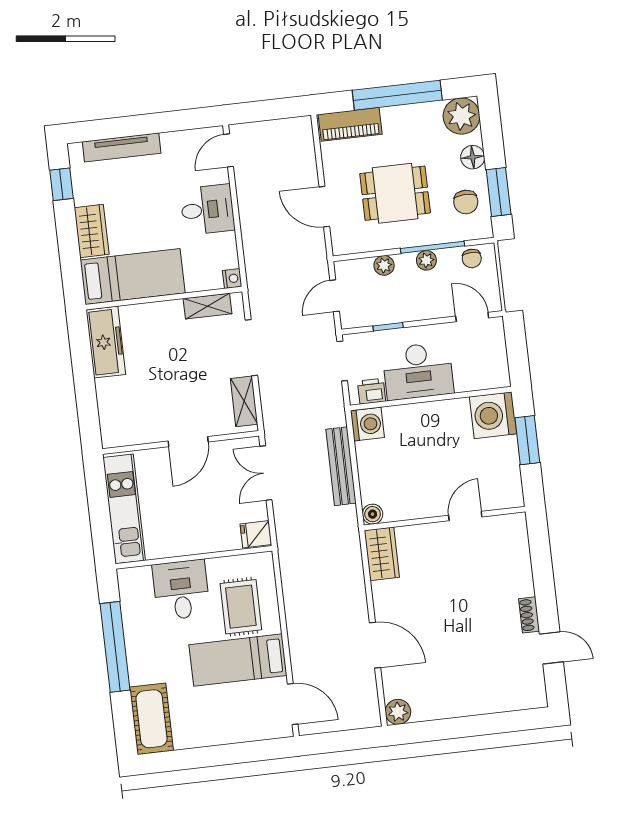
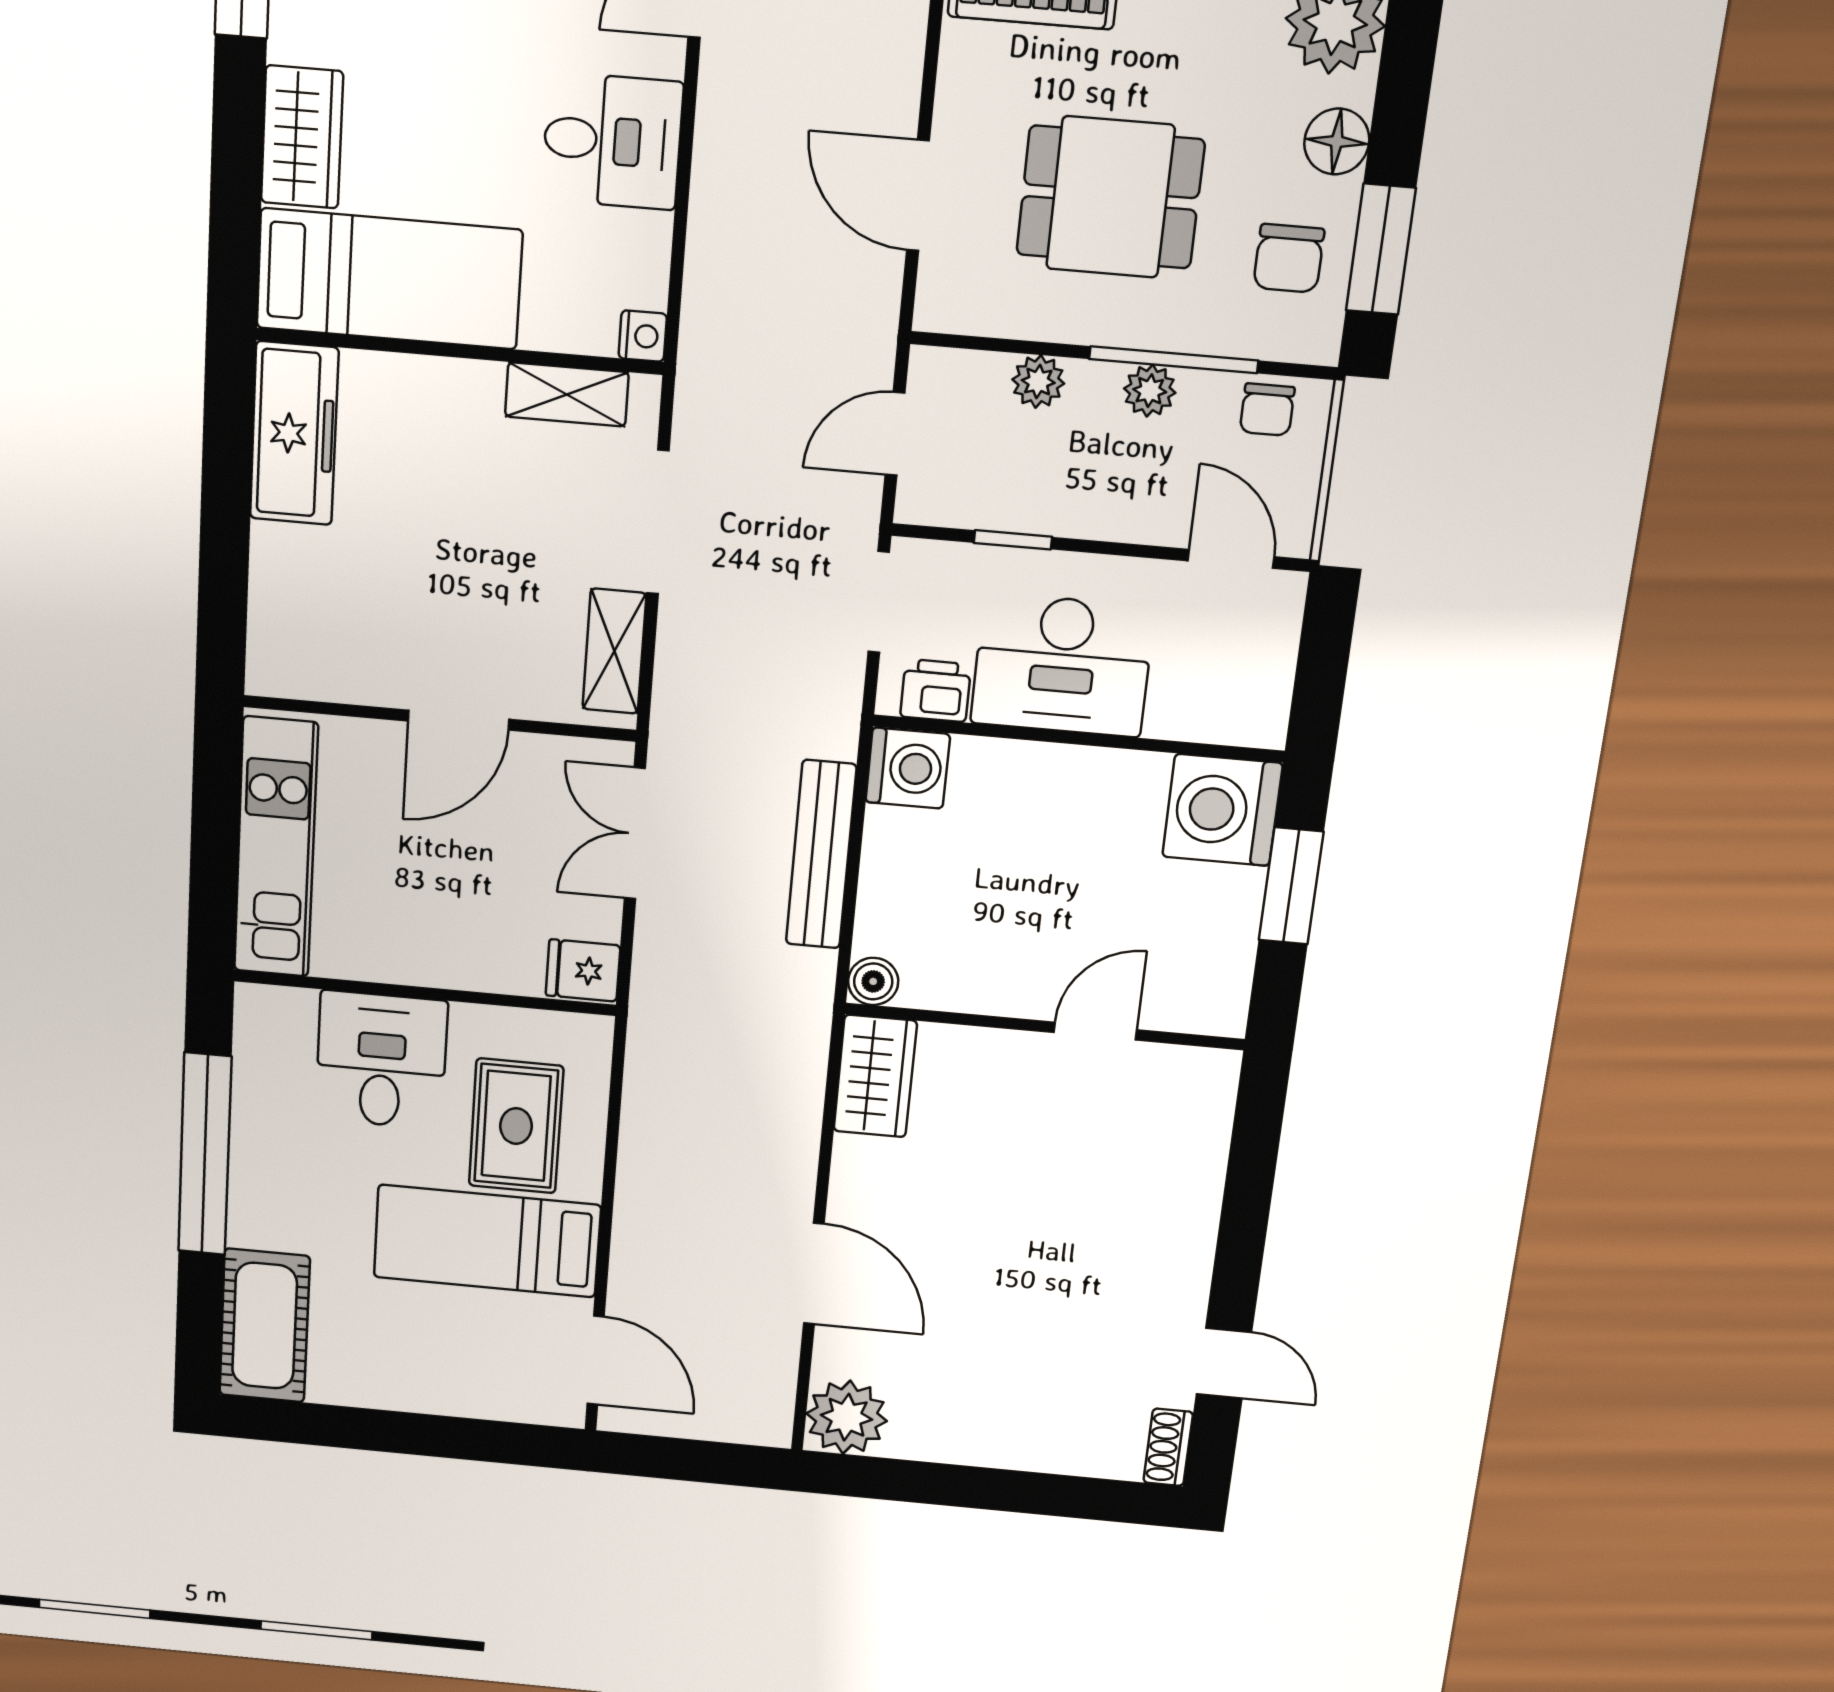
shoe rack: (529, 615) -> (1168, 1447), moved
plant: (398, 712) -> (847, 1417), width x1.36, depth x1.36

